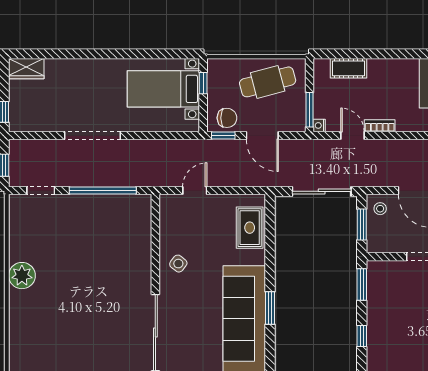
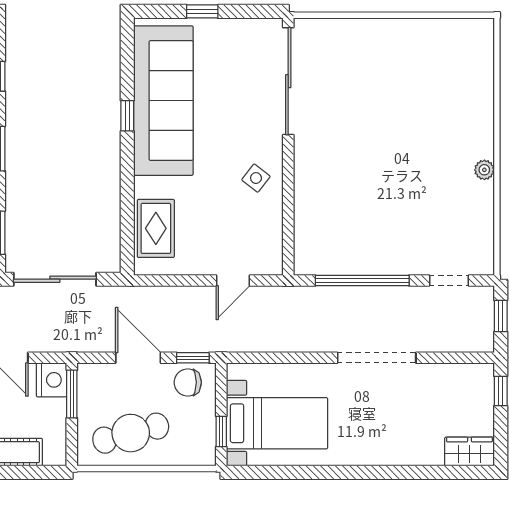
nightstand: (319, 125) -> (51, 380), width x1.89, depth x1.79
plant: (22, 276) -> (484, 170), width x0.53, depth x0.53
window: (270, 308) -> (127, 116), width x0.67

